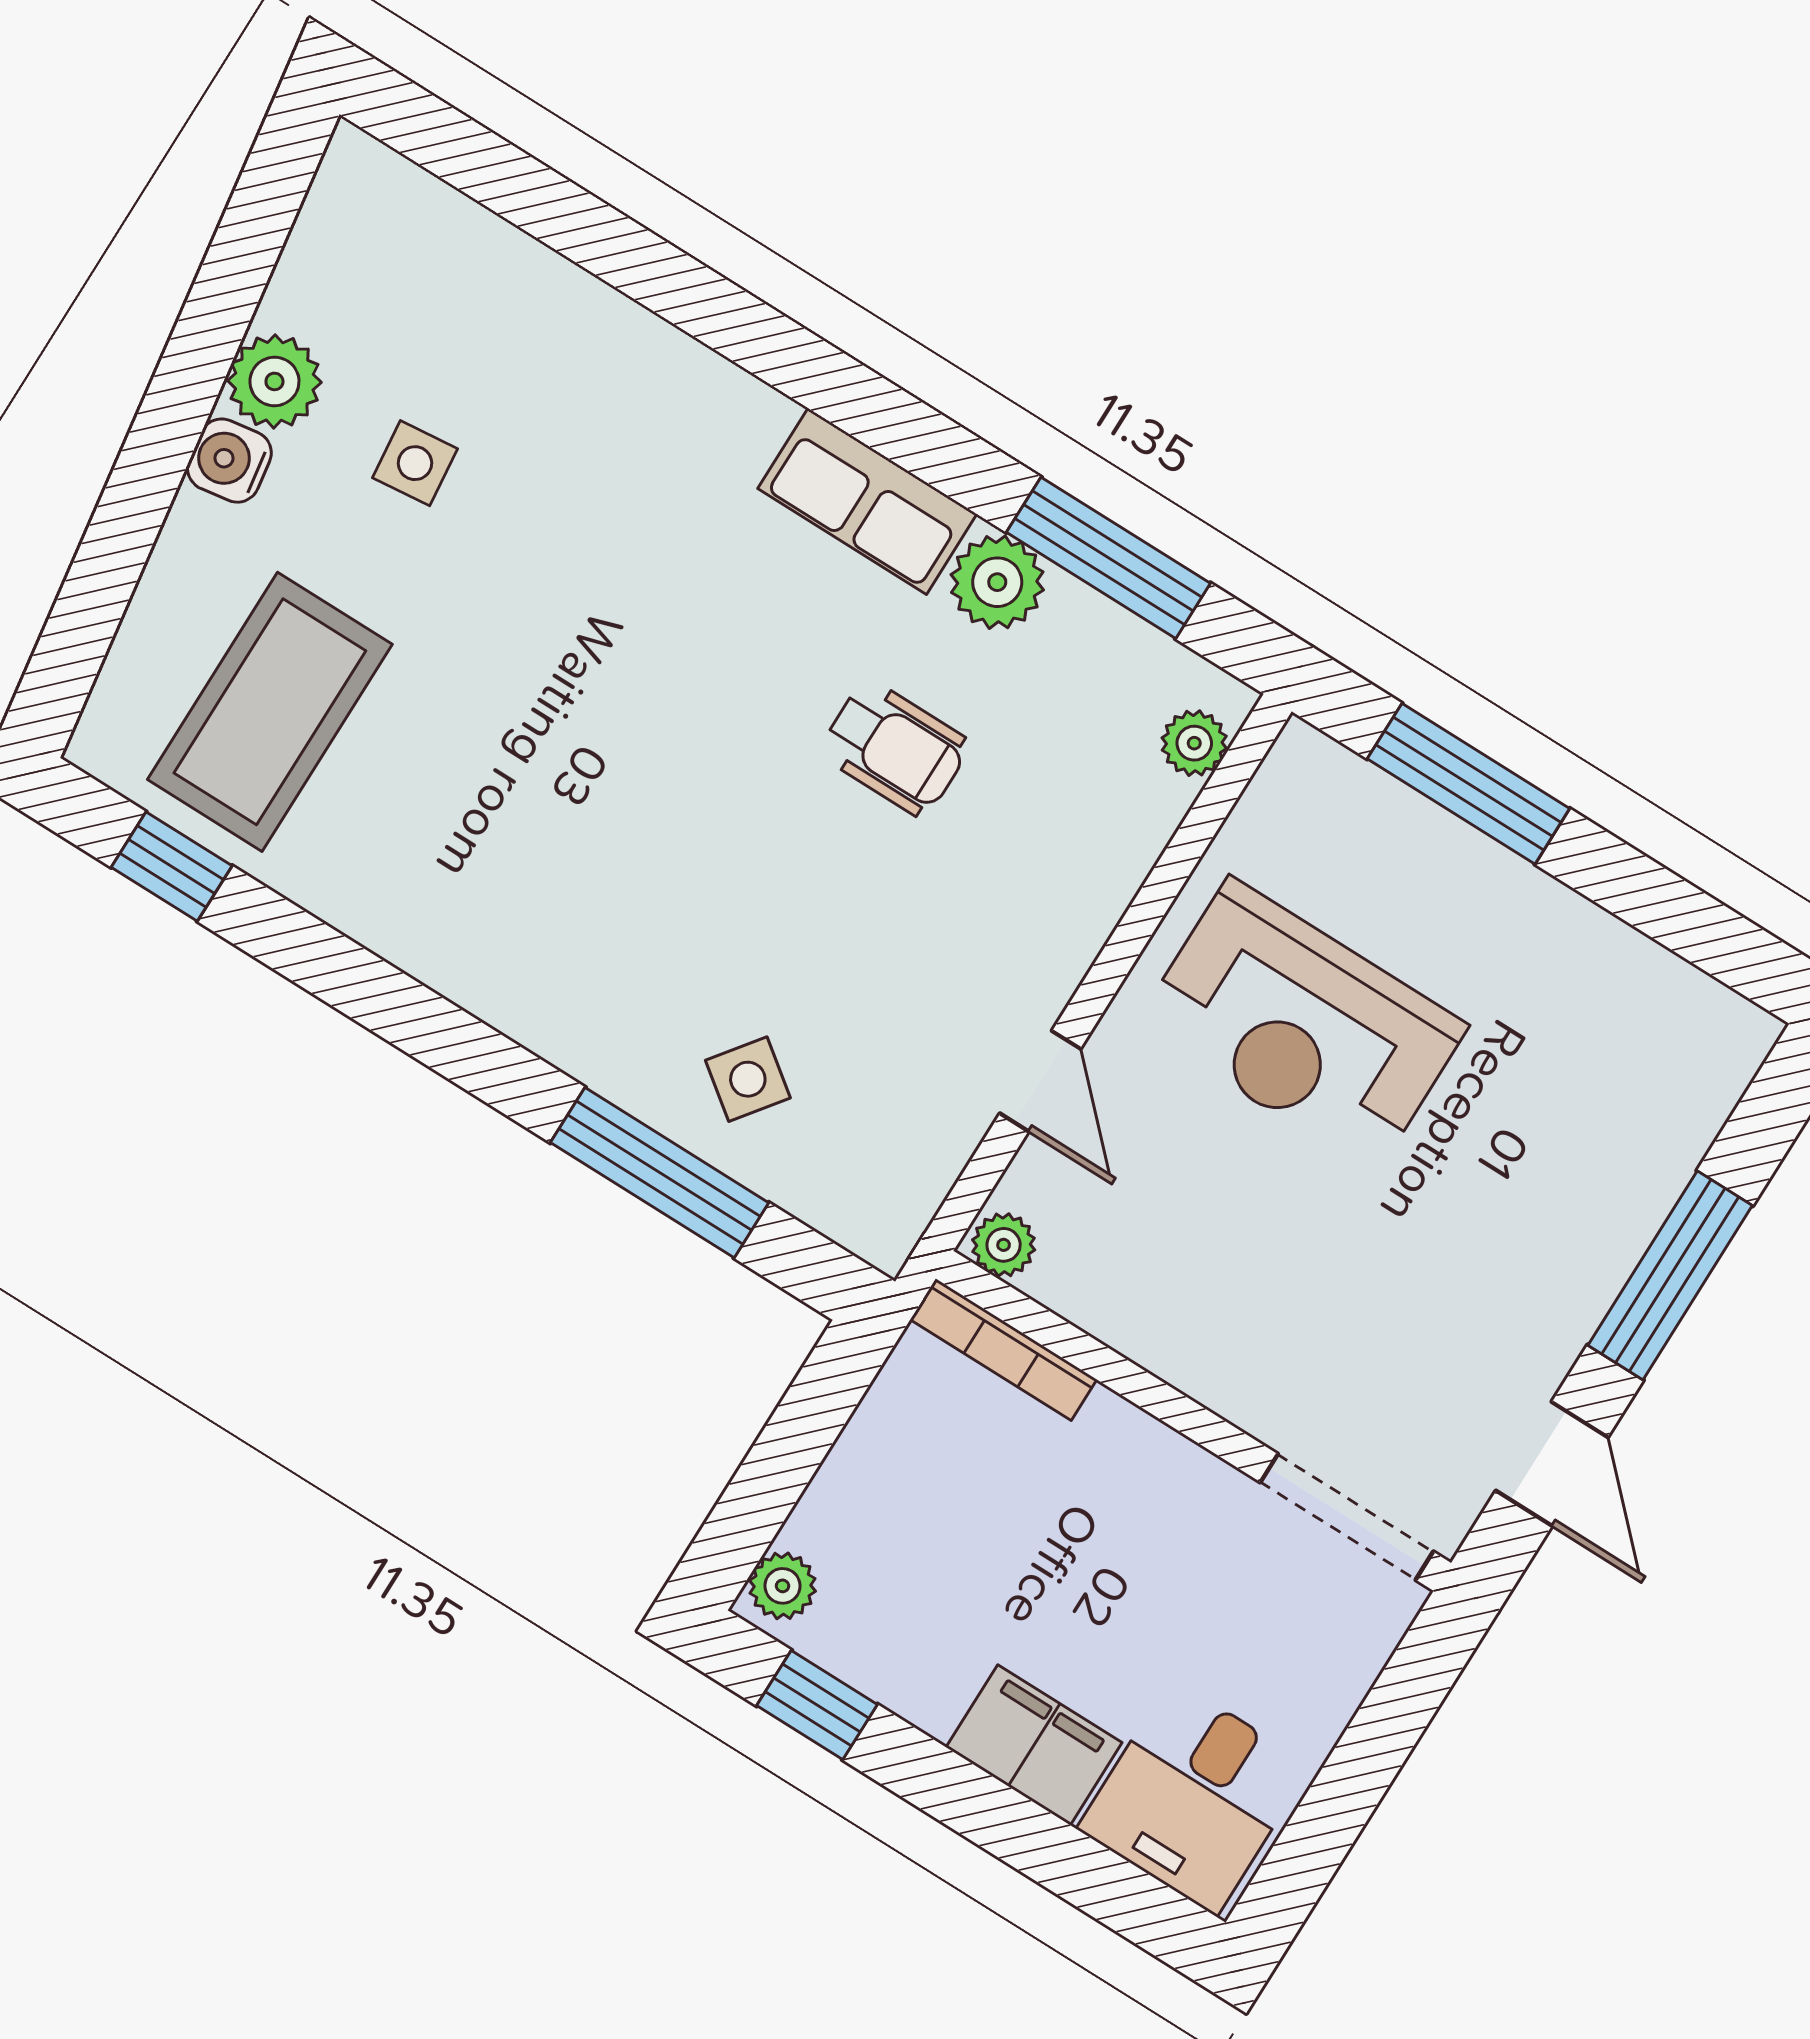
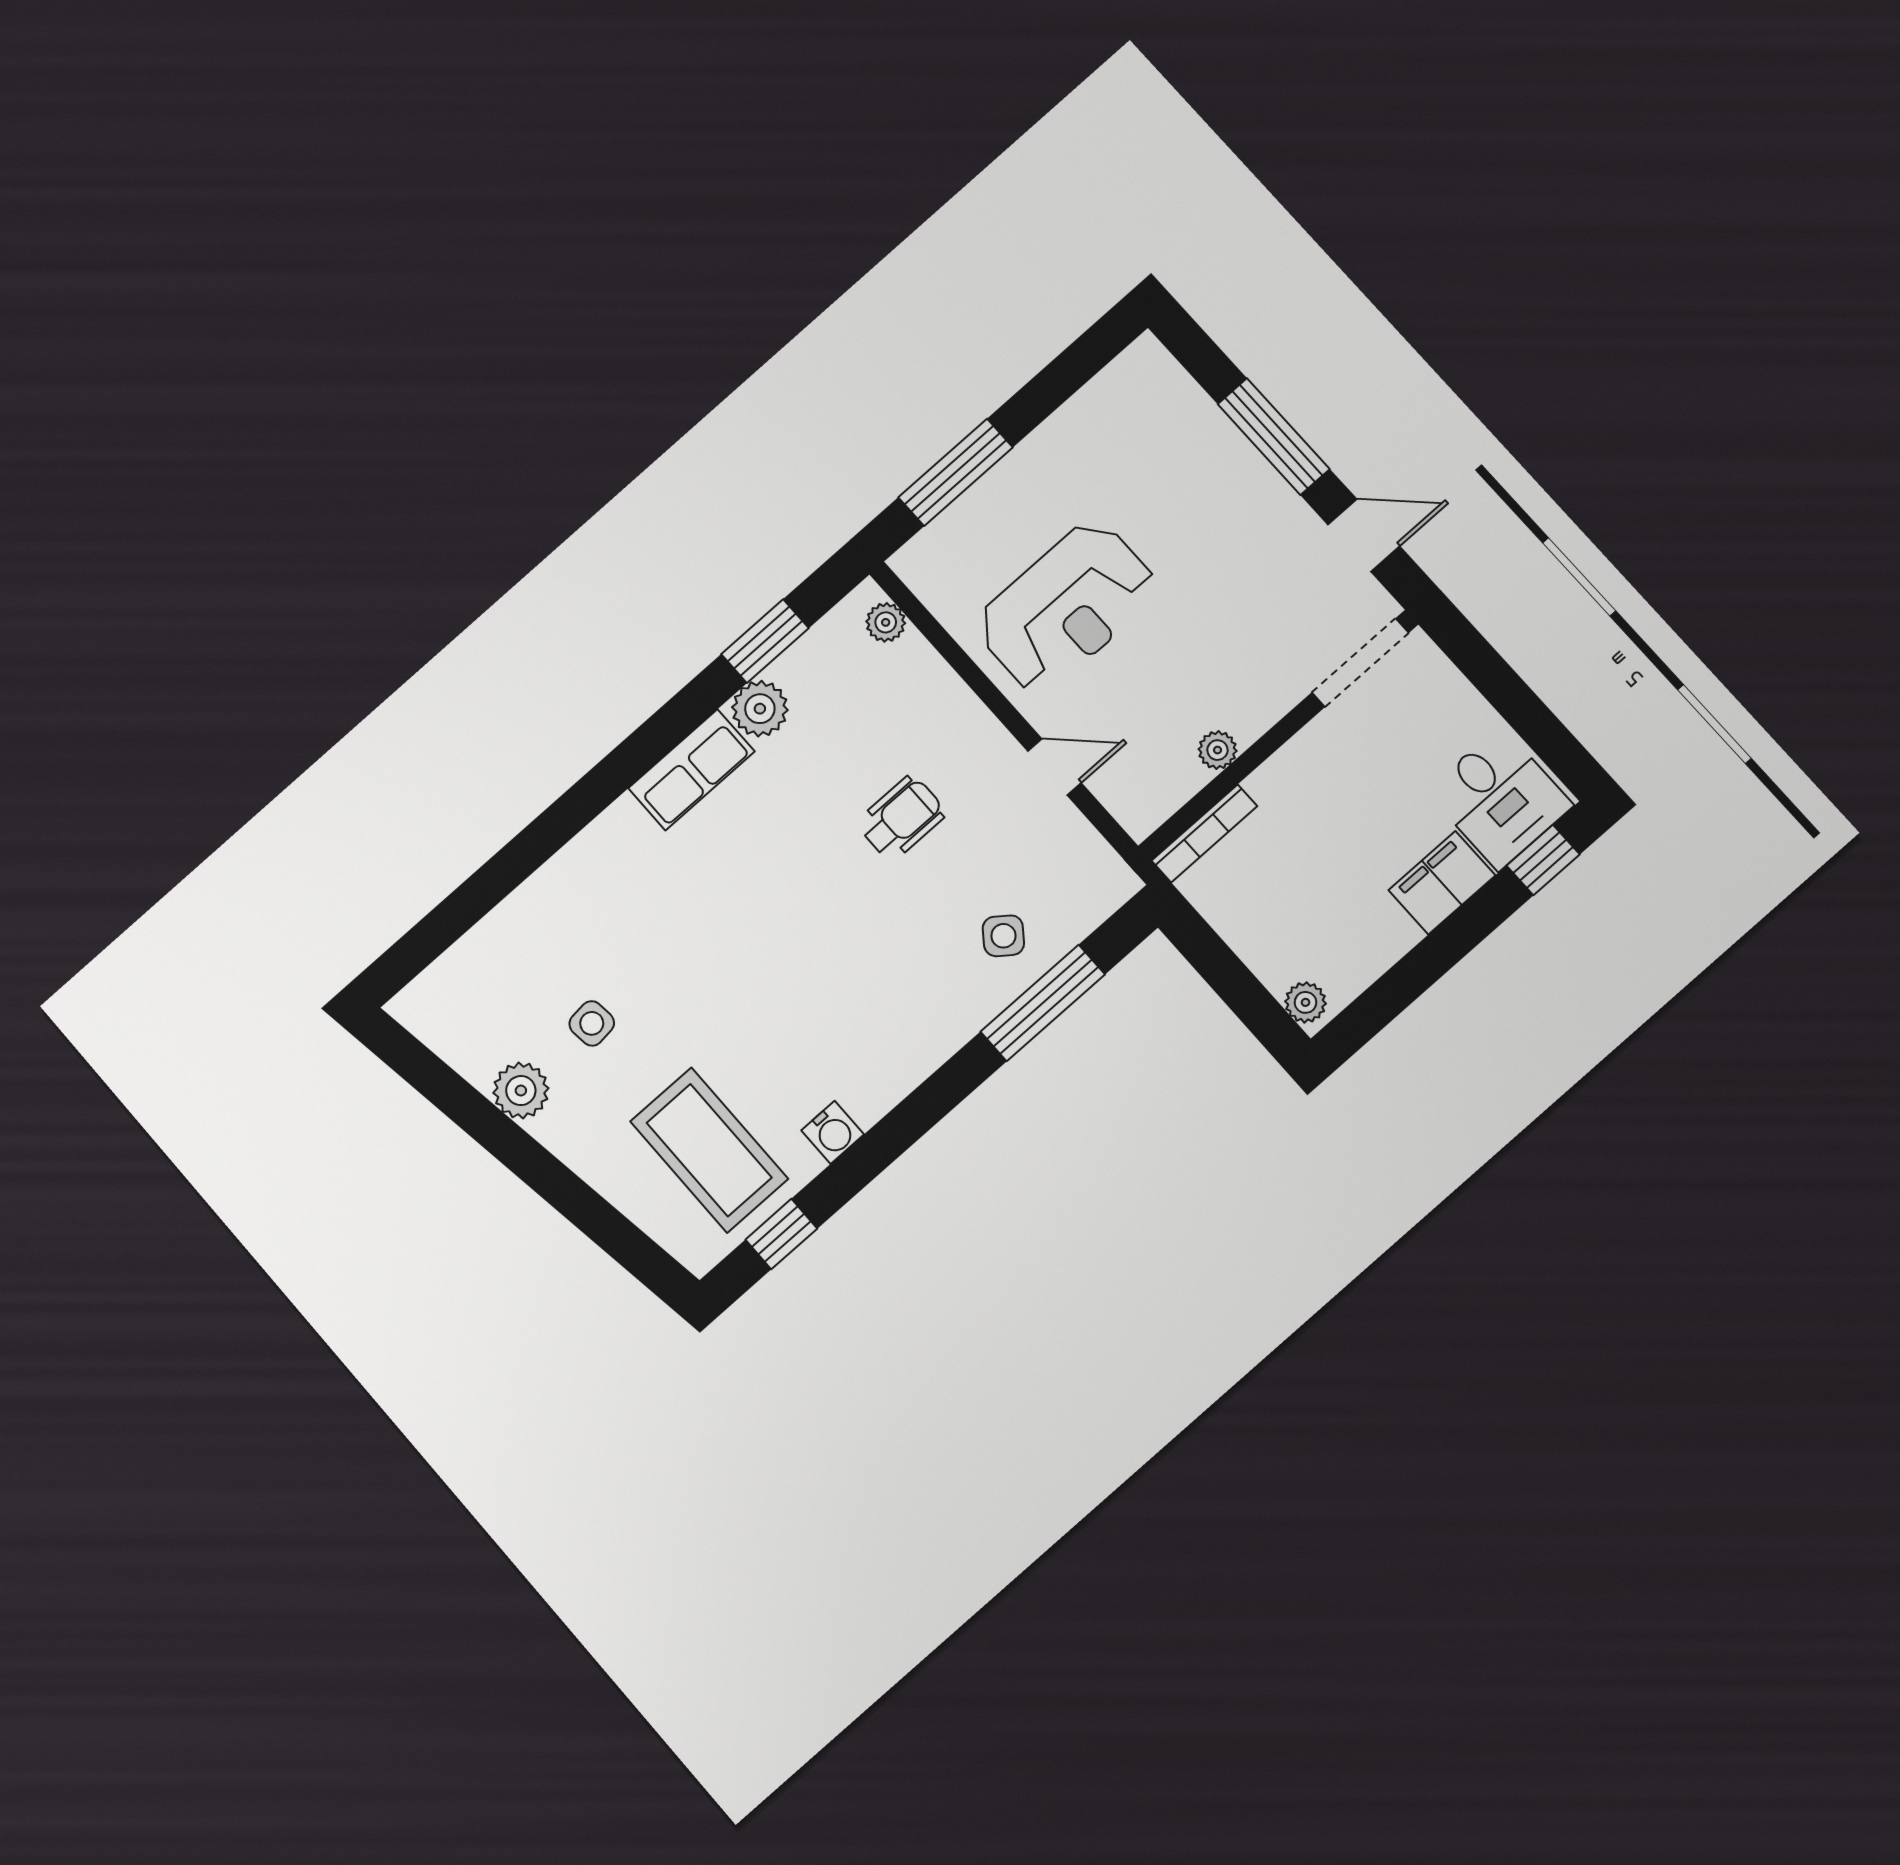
water cooler: (229, 461) -> (833, 1132), moved, turned -81
window: (1108, 558) -> (765, 641), width x0.69
wheelchair: (895, 748) -> (901, 818), moved
plant: (1004, 1245) -> (1218, 750), moved
window: (817, 1705) -> (1543, 860), moved

